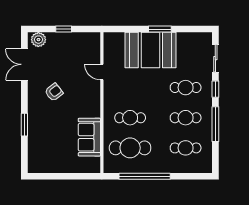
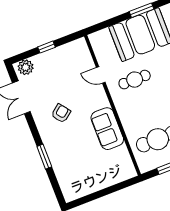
cafe table: (130, 118) -> (135, 80), moved
sofa: (89, 137) -> (107, 129), moved

